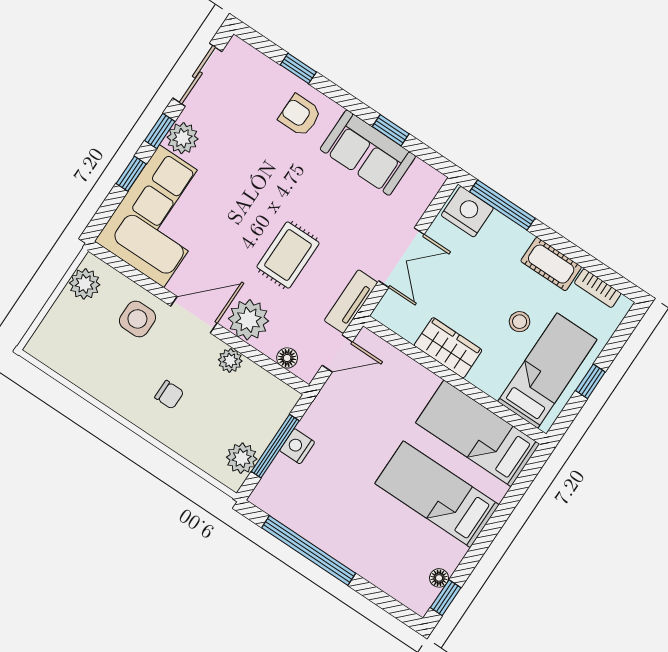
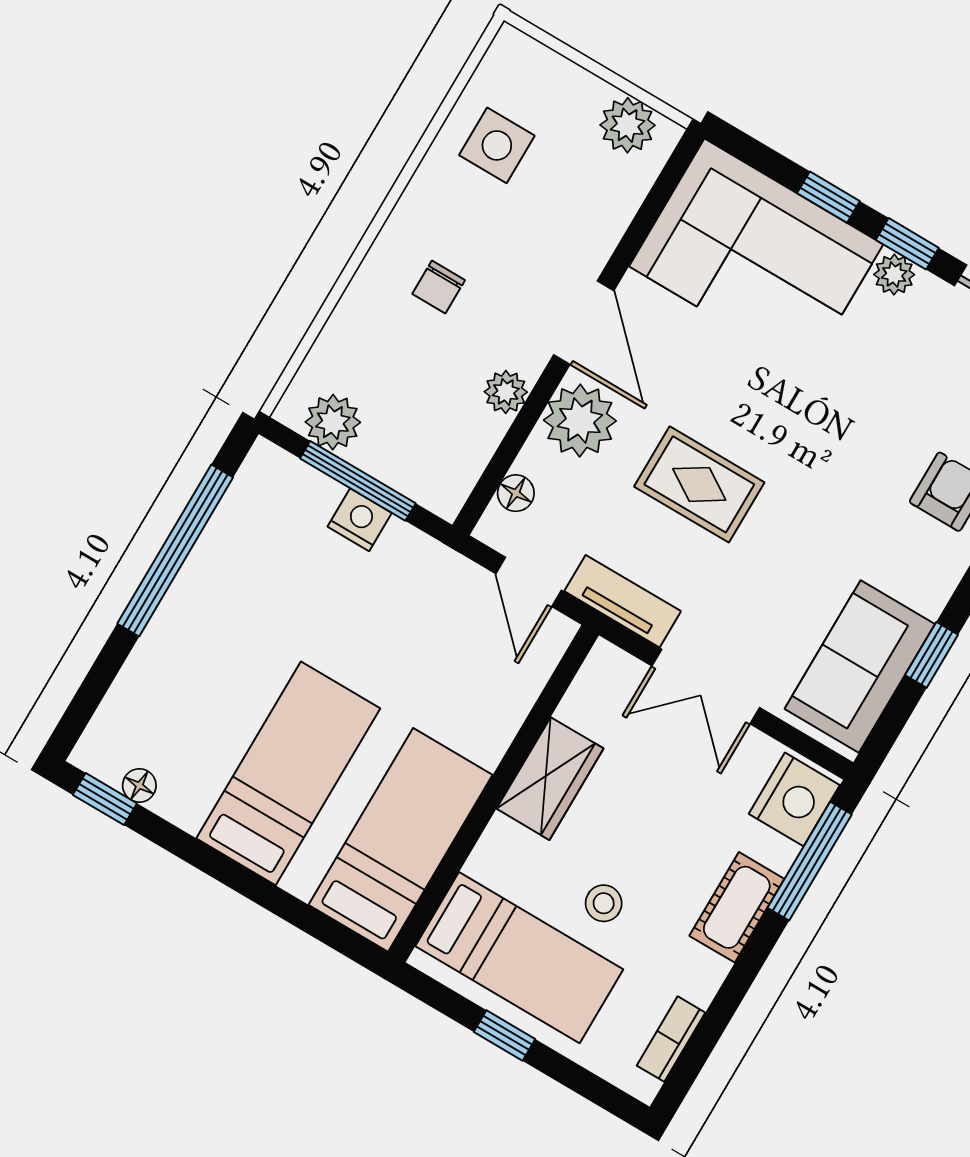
plant: (183, 138) -> (894, 274), width x0.73, depth x0.73
sofa: (368, 153) -> (860, 667), moved
cot: (551, 264) -> (737, 907), moved
side table: (137, 319) -> (497, 145), moved

